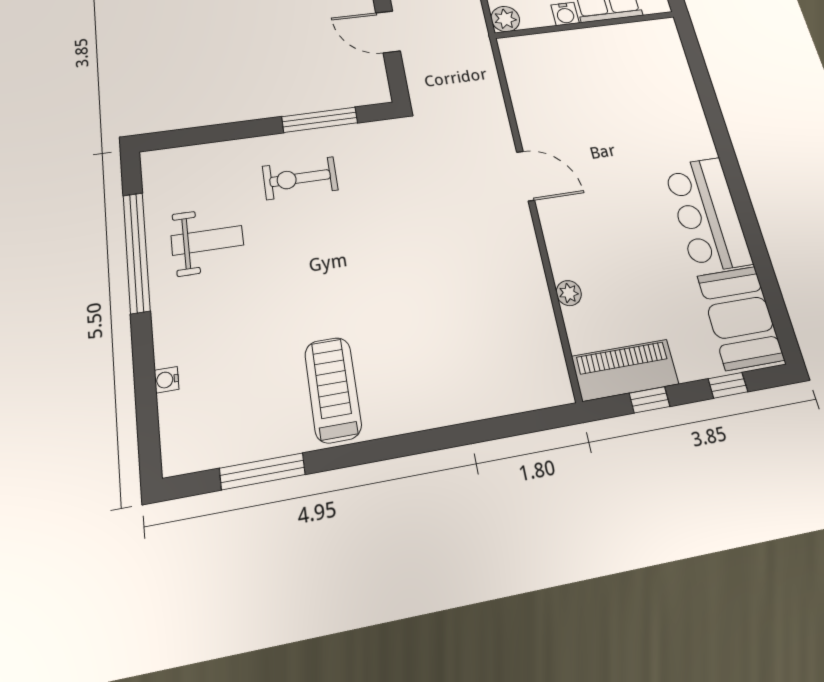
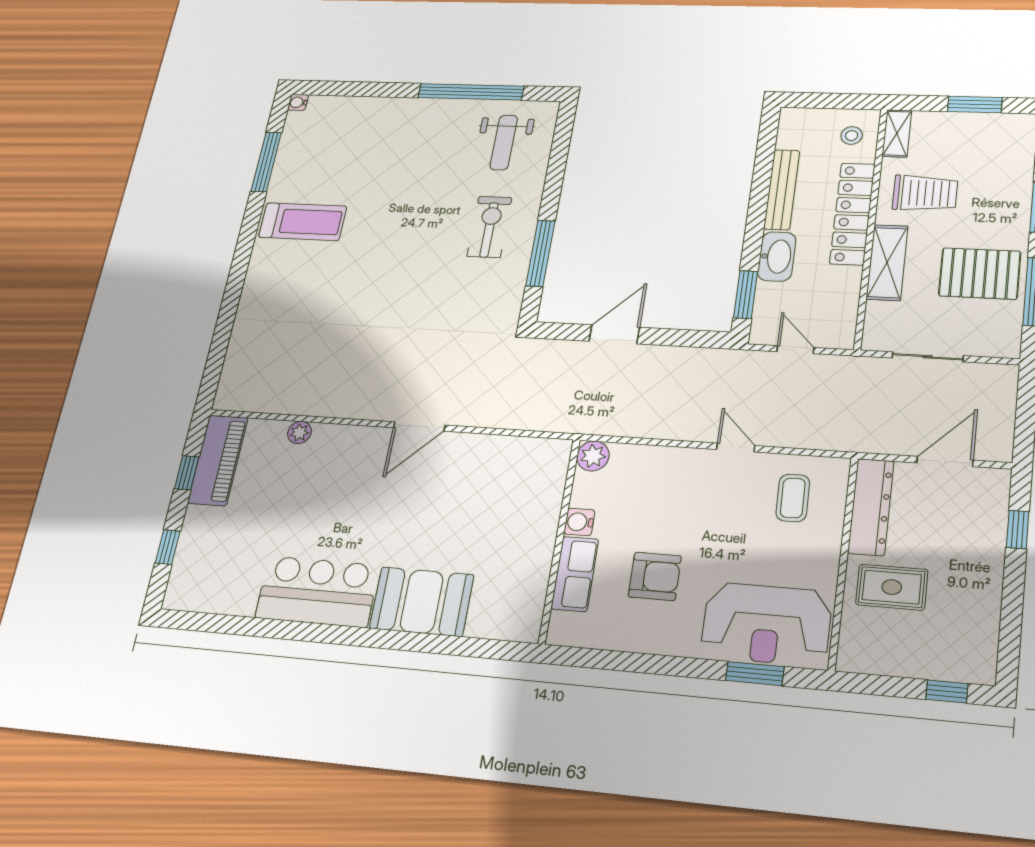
weight bench: (207, 240) -> (504, 142), moved
booth: (740, 318) -> (422, 602), moved
water cooler: (167, 380) -> (298, 102), moved, turned -90

